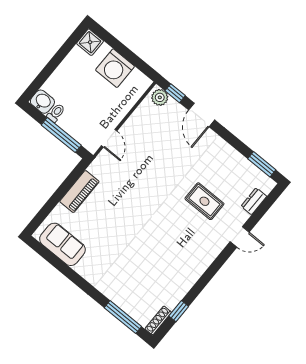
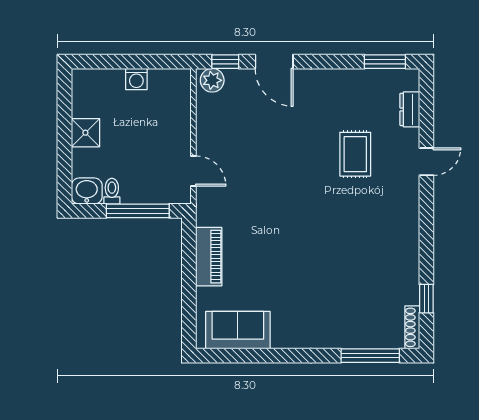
shower: (90, 42) -> (85, 133), moved
washing machine: (115, 68) -> (136, 79), width x0.53, depth x0.53
rug: (204, 201) -> (355, 154), turned 90

